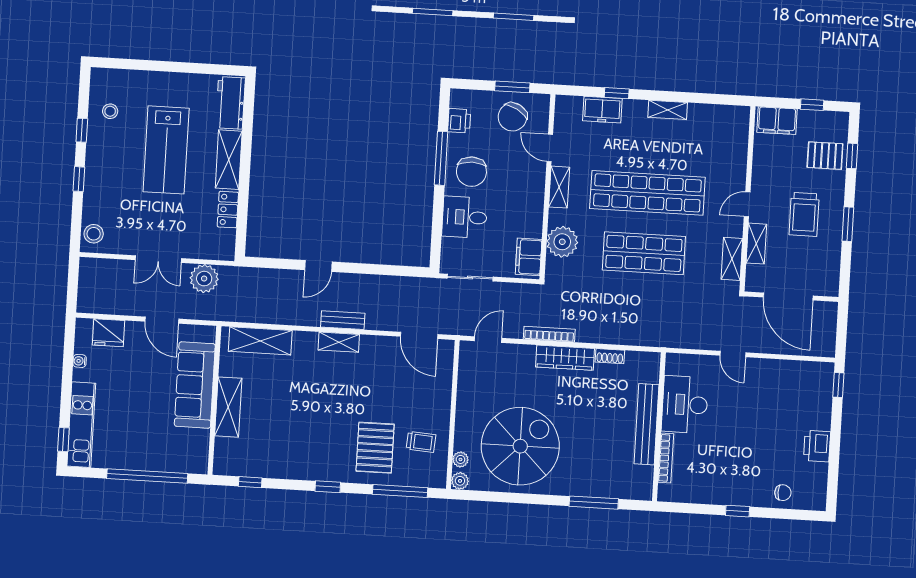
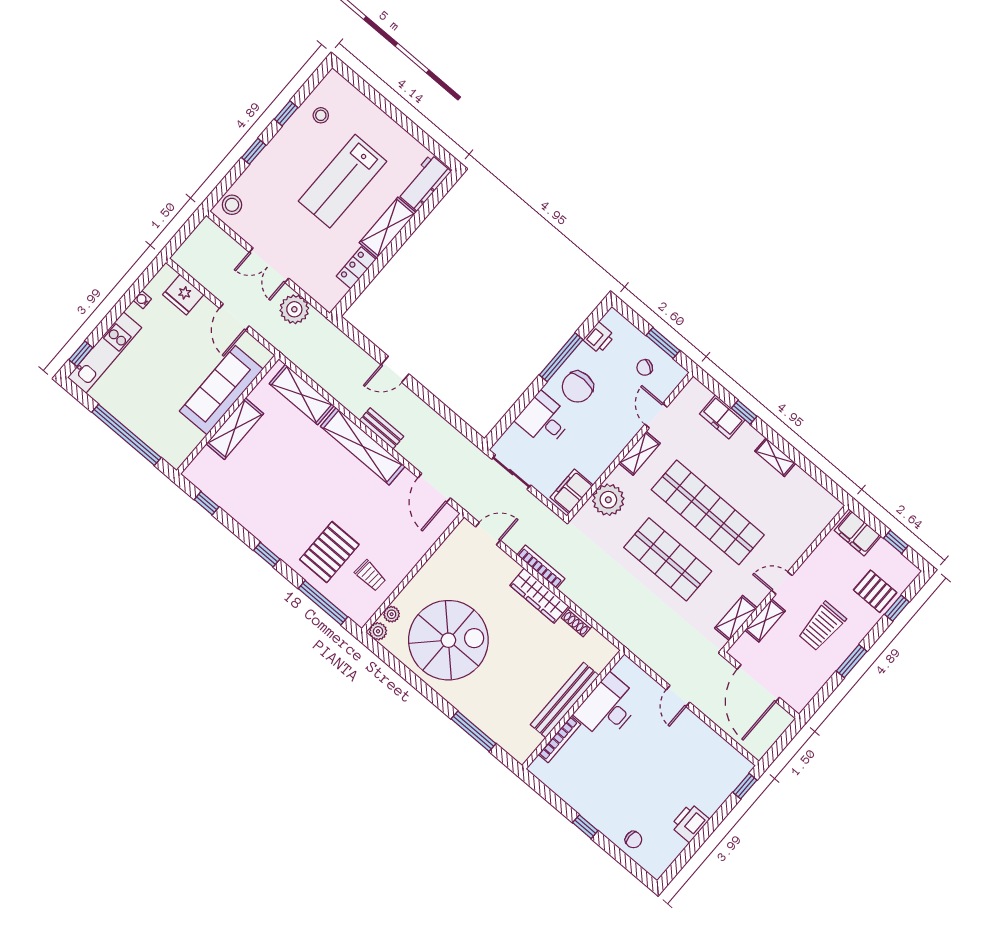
chair: (512, 117) -> (645, 367), width x0.54, depth x0.54
shelving: (339, 342) -> (363, 446), width x2.20, depth x1.33

